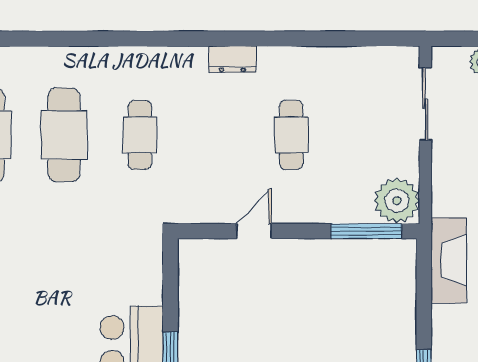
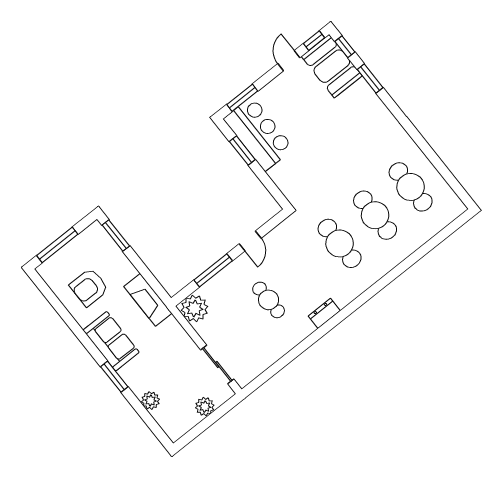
cafe table: (140, 135) -> (340, 243), width x1.37, depth x1.35
window: (366, 231) -> (213, 270), moved

